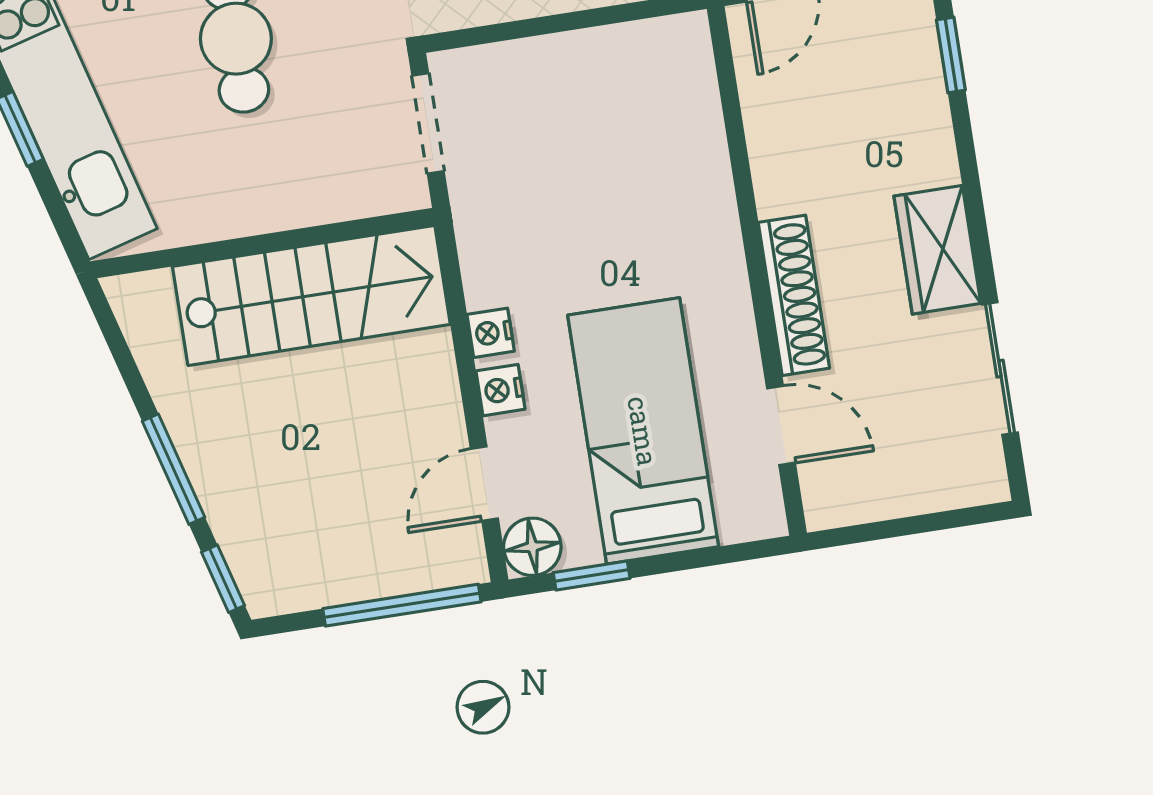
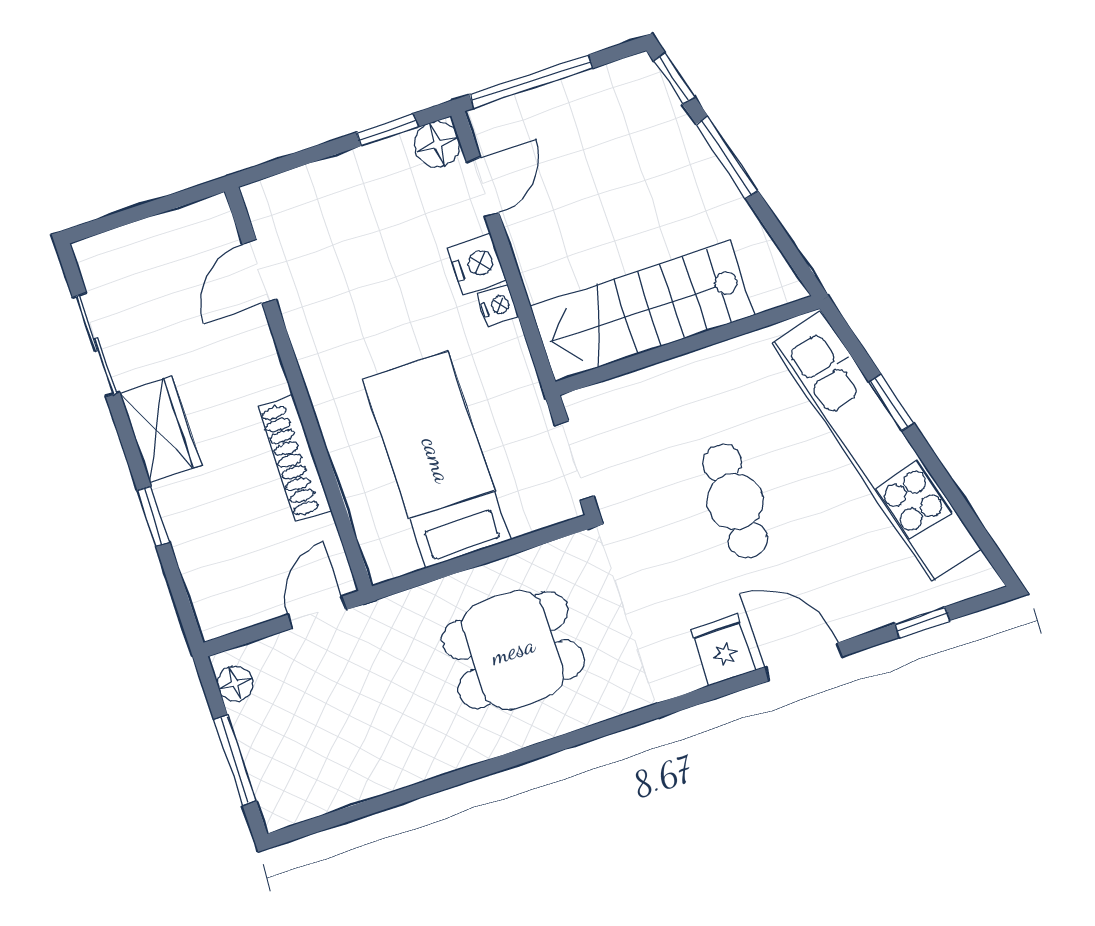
window: (951, 55) -> (153, 516), moved
shoe rack: (794, 295) -> (295, 459), moved
nightstand: (500, 390) -> (477, 264), width x1.39, depth x1.35
door: (781, 426) -> (259, 272), hinge flipped
bed: (643, 431) -> (437, 460), moved, turned 180

